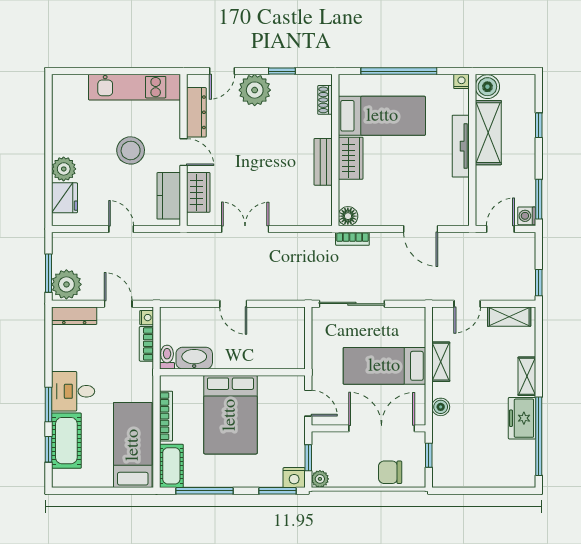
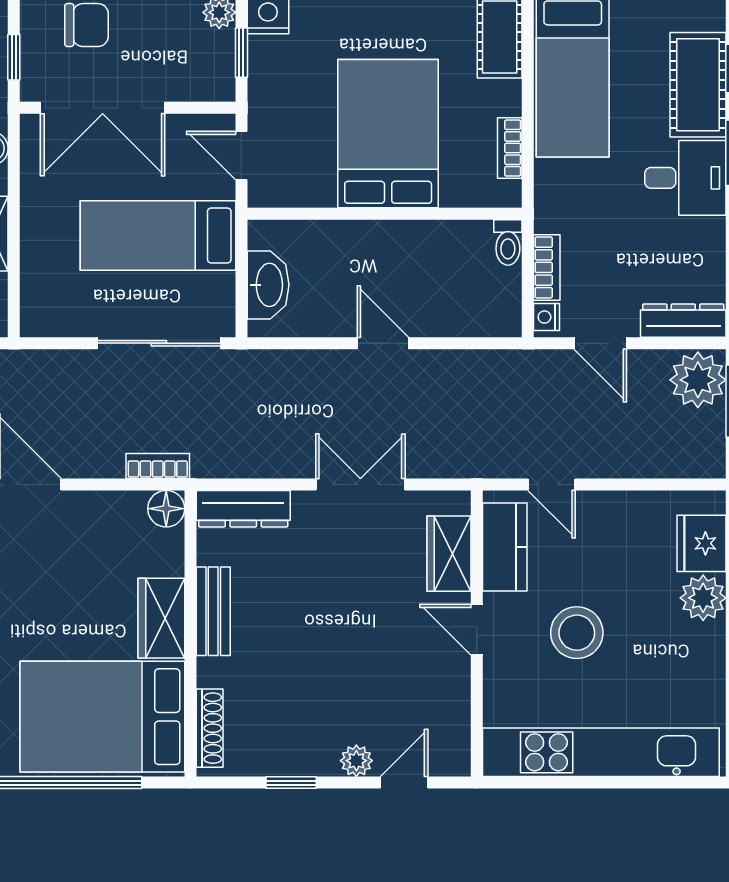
kitchen unit: (135, 87) -> (601, 752), width x1.36
plant: (255, 90) -> (356, 761), width x0.53, depth x0.53
shoe rack: (325, 100) -> (210, 728), width x1.43
dresser: (196, 112) -> (243, 509), moved, turned -90
bed: (382, 116) -> (102, 717), width x1.50
door: (121, 229) -> (552, 484), moved
double door: (245, 229) -> (360, 484), swing flipped
washbasin: (194, 358) -> (268, 285), moved, turned -90
bed: (384, 366) -> (158, 235), moved, turned 180
bookcase: (166, 416) -> (510, 148), width x0.64

